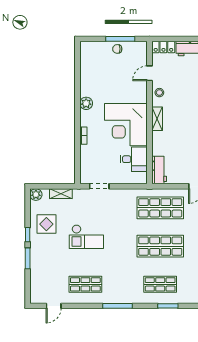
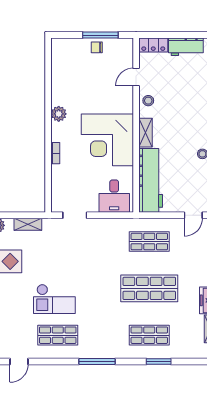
desk: (134, 159) -> (114, 196), moved, turned 90
workbench: (159, 170) -> (151, 180), width x1.88, depth x1.32
shop shelf: (160, 208) -> (149, 242), width x0.70, depth x0.74
checkout: (86, 237) -> (54, 299), moved

